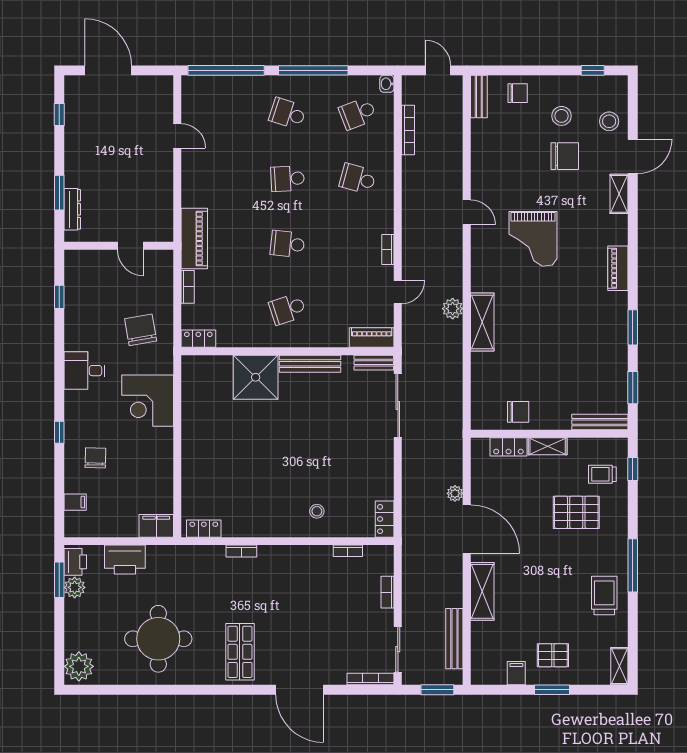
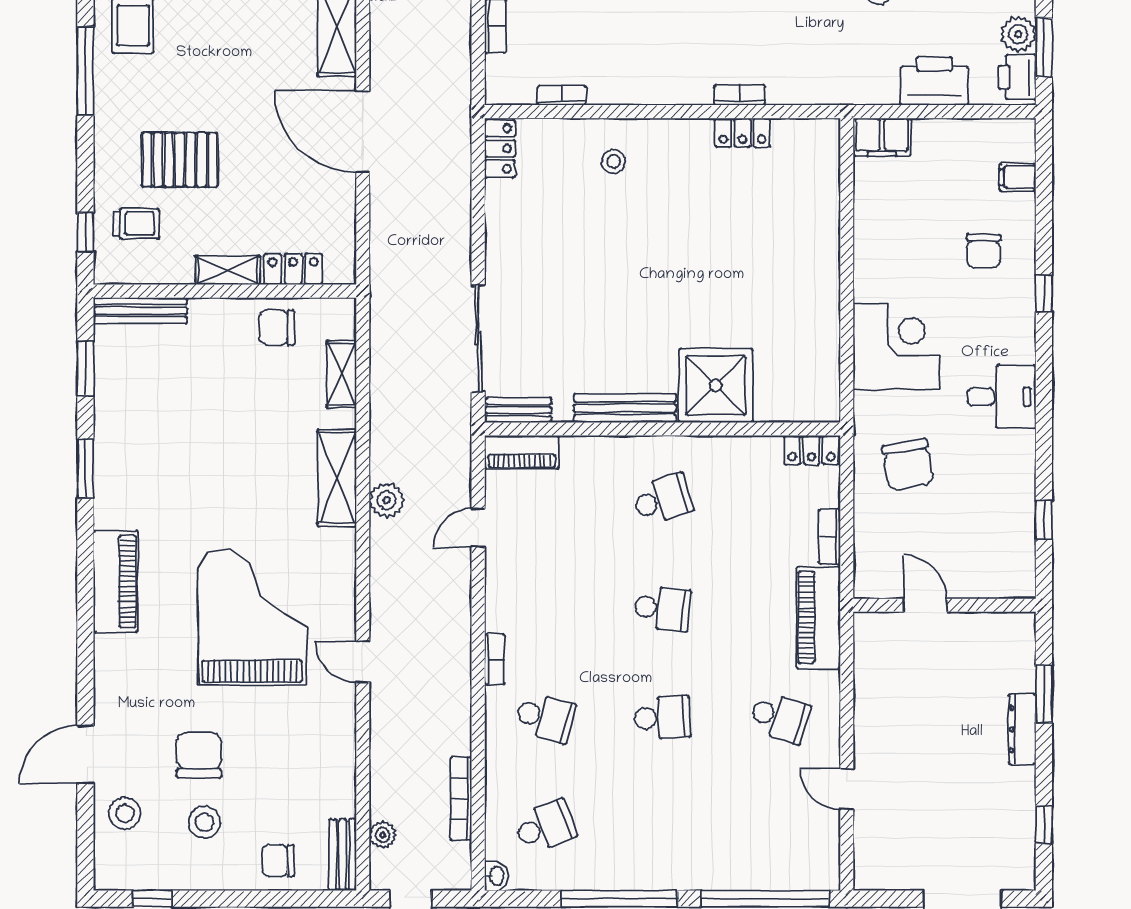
school desk: (288, 113) -> (780, 717), moved
chair: (565, 156) -> (199, 755), turned 90
shelving: (619, 194) -> (341, 374), moved
dresser: (72, 209) -> (1022, 729), moved
grand piano: (533, 239) -> (252, 617), width x1.37, depth x1.48
bookcase: (388, 250) -> (495, 660), moved
piano: (618, 268) -> (116, 581), width x1.37, depth x1.33
plant: (455, 493) -> (383, 835), moved
locker: (204, 529) -> (742, 133), moved

